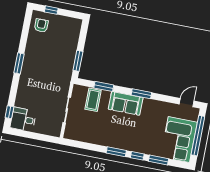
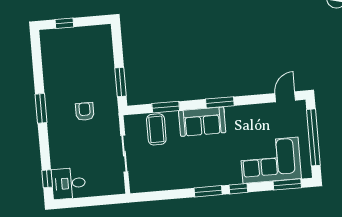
armchair: (41, 26) -> (85, 112), moved
corner sofa: (179, 140) -> (270, 160), moved, turned 90
window: (159, 160) -> (287, 184), moved

